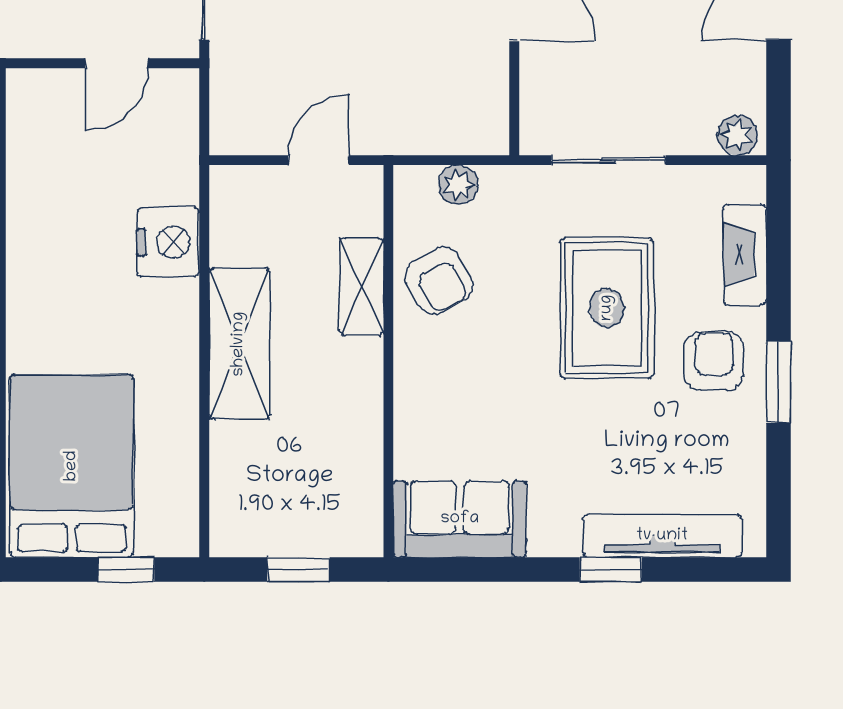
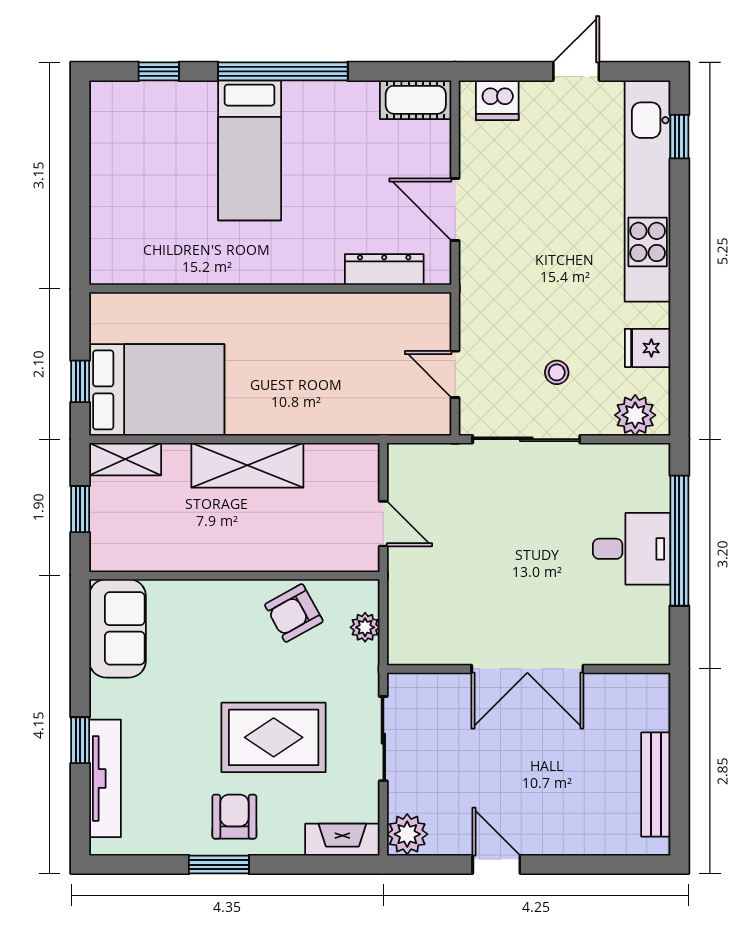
plant: (737, 135) -> (407, 834), width x1.38, depth x1.38
nightstand: (168, 242) -> (323, 413), removed
fireplace: (745, 255) -> (342, 840), moved
shelving: (362, 287) -> (125, 459), moved
armchair: (714, 361) -> (234, 817), turned -90
bed: (72, 466) -> (157, 390), moved

